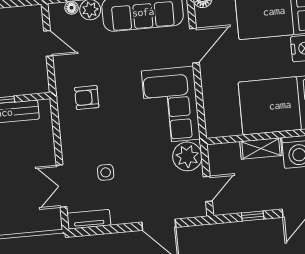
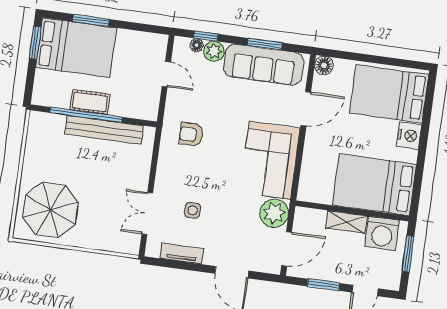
door: (208, 189) -> (287, 249), width x1.38
window: (253, 216) -> (323, 285), width x1.50
tv unit: (89, 219) -> (182, 253), moved

